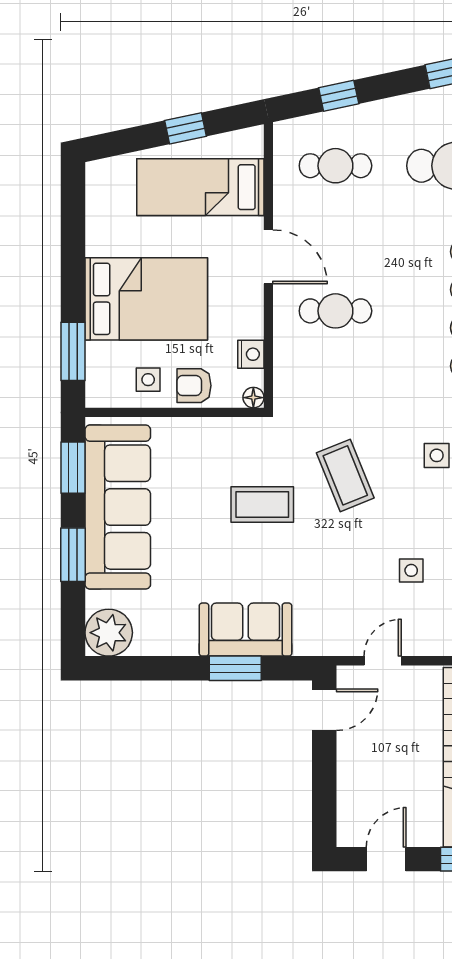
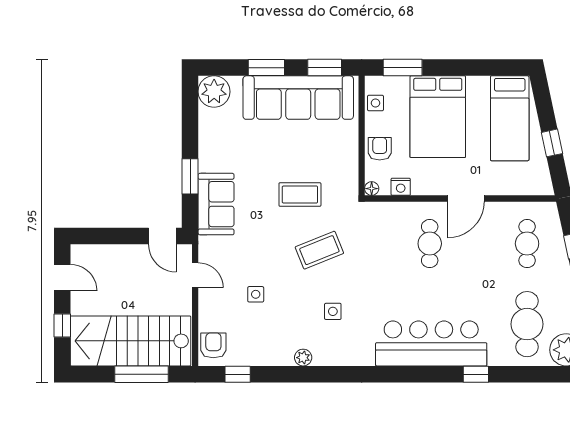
bed: (200, 187) -> (510, 118), moved, turned 180
side table: (148, 380) -> (375, 103), moved
coffee table: (262, 505) -> (300, 194), turned 90
sofa: (245, 630) -> (216, 204), moved

